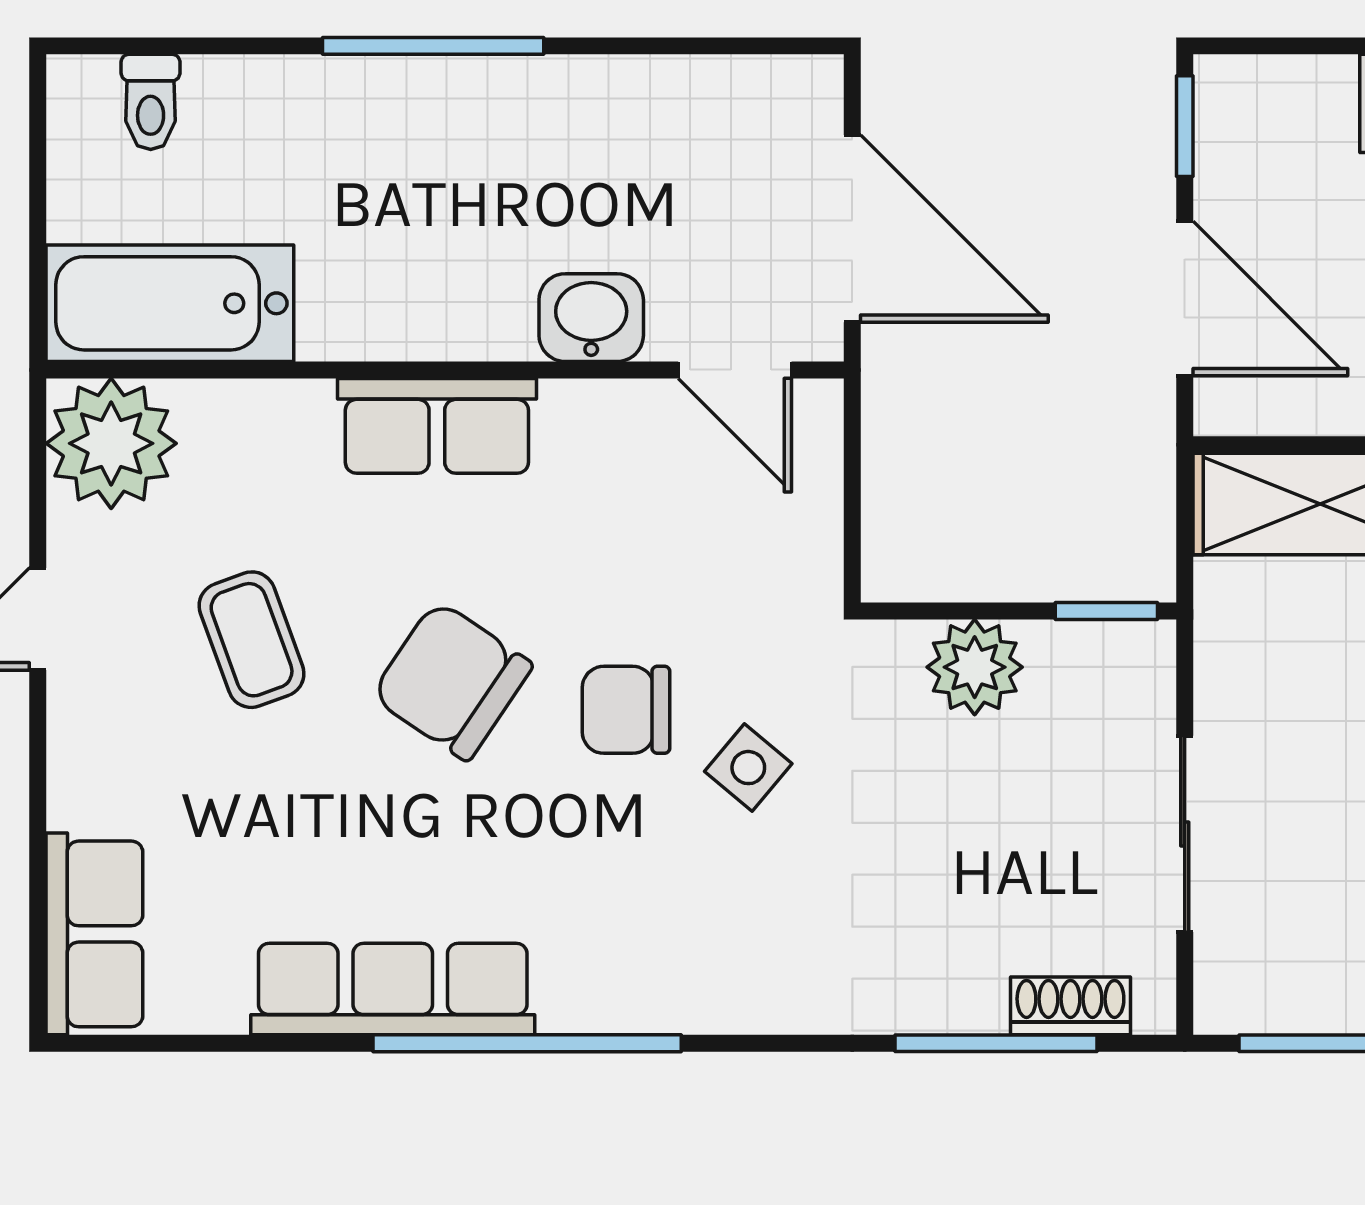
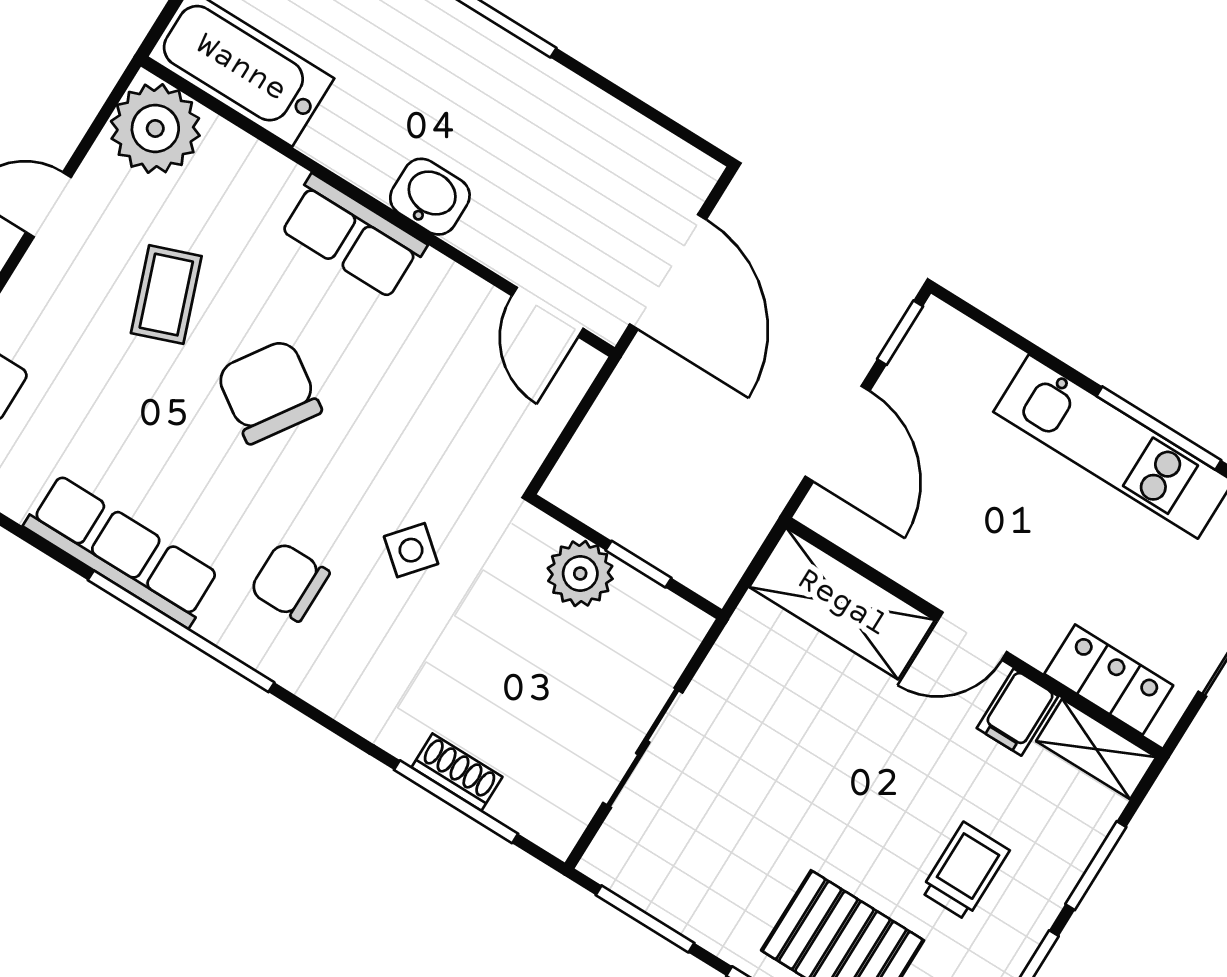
washbasin: (591, 318) -> (430, 197), moved
window: (1106, 611) -> (638, 564), moved
chair: (626, 710) -> (290, 582), moved
shoe rack: (1070, 1006) -> (457, 772), moved

